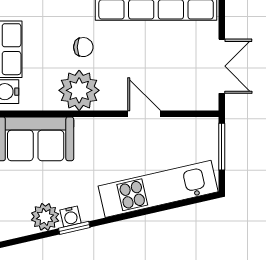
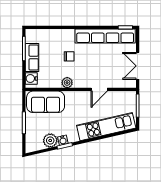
double door: (222, 66) -> (138, 66), swing flipped
plant: (79, 90) -> (67, 83), width x0.53, depth x0.53
door: (144, 114) -> (99, 89), swing flipped

